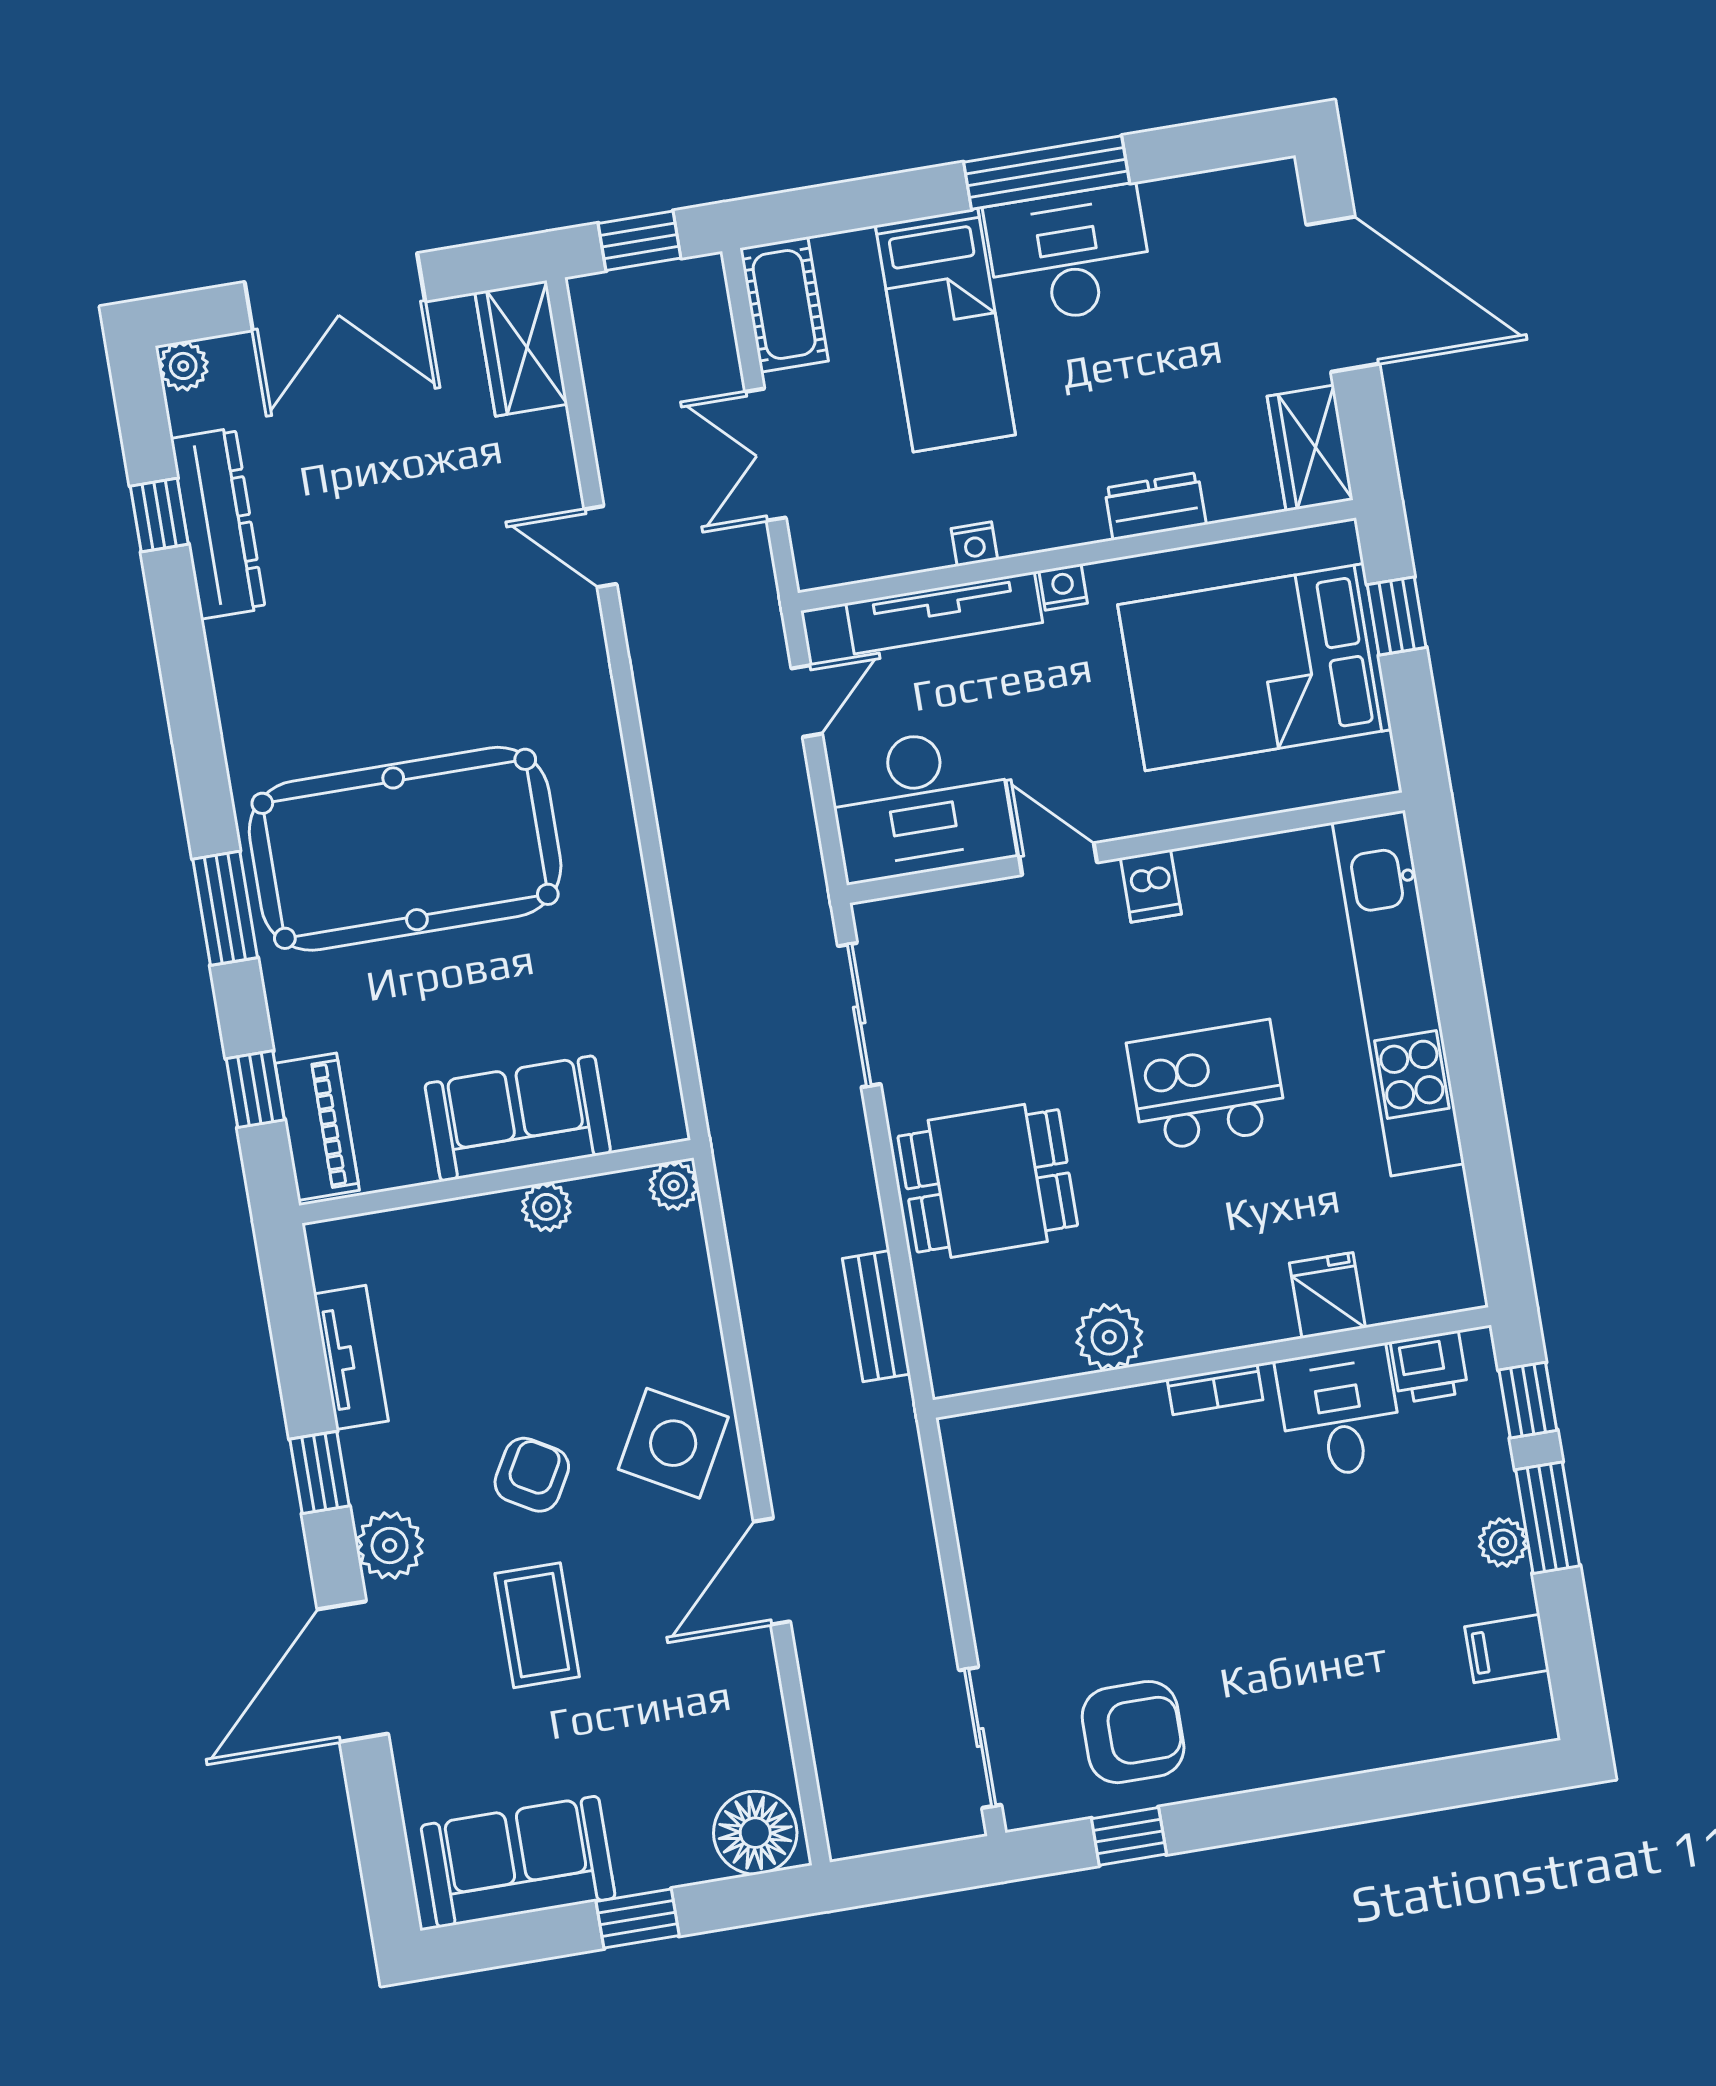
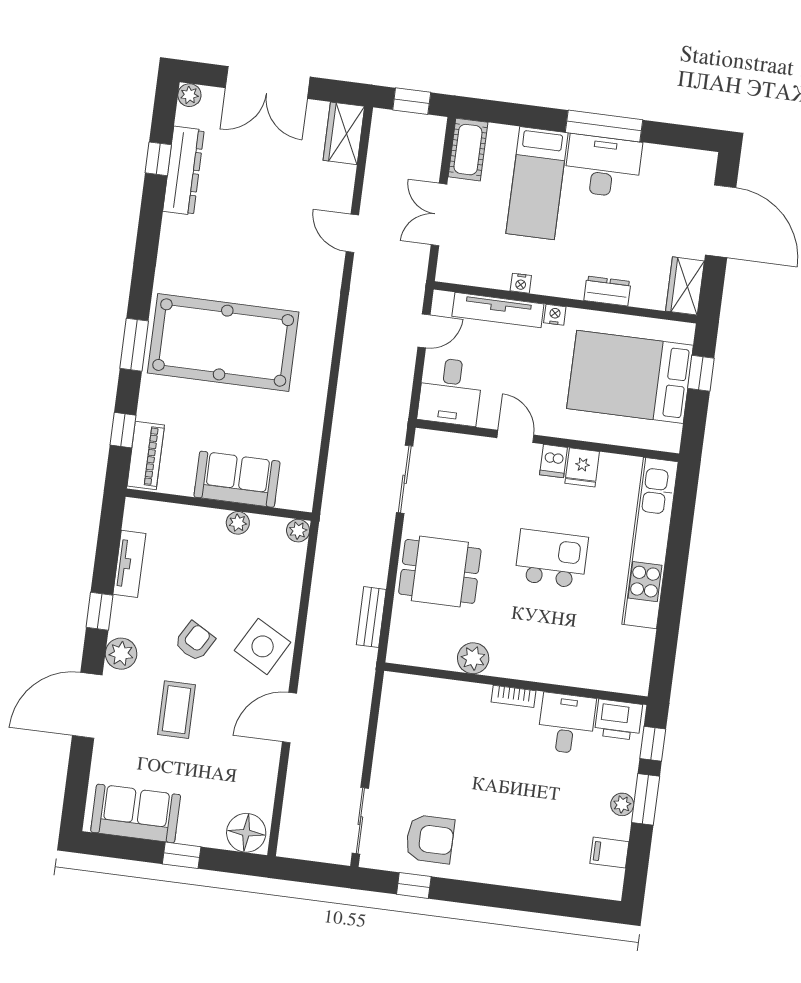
desk: (921, 804) -> (450, 391), width x0.73
fridge: (1327, 1295) -> (582, 467), moved, turned 180
printer: (1429, 1367) -> (618, 720), width x1.36, depth x1.24

